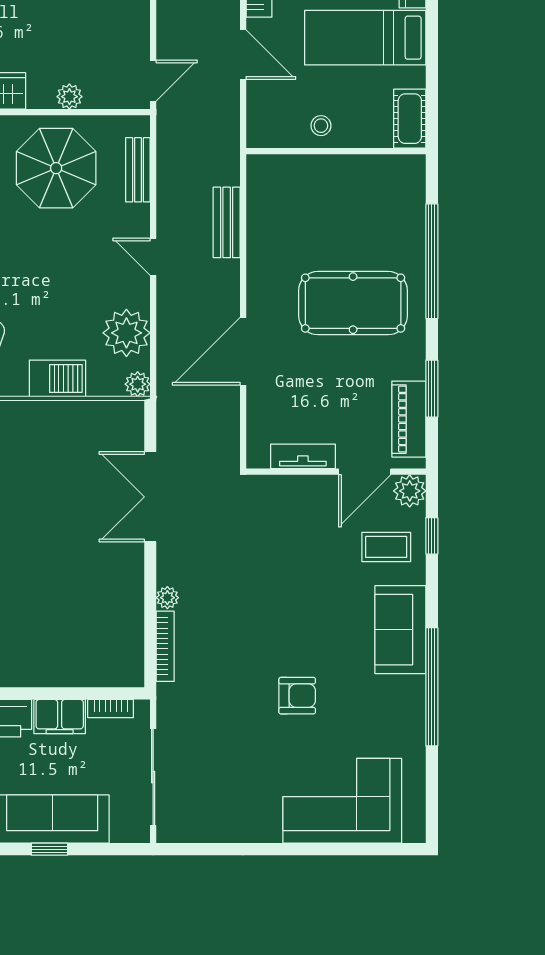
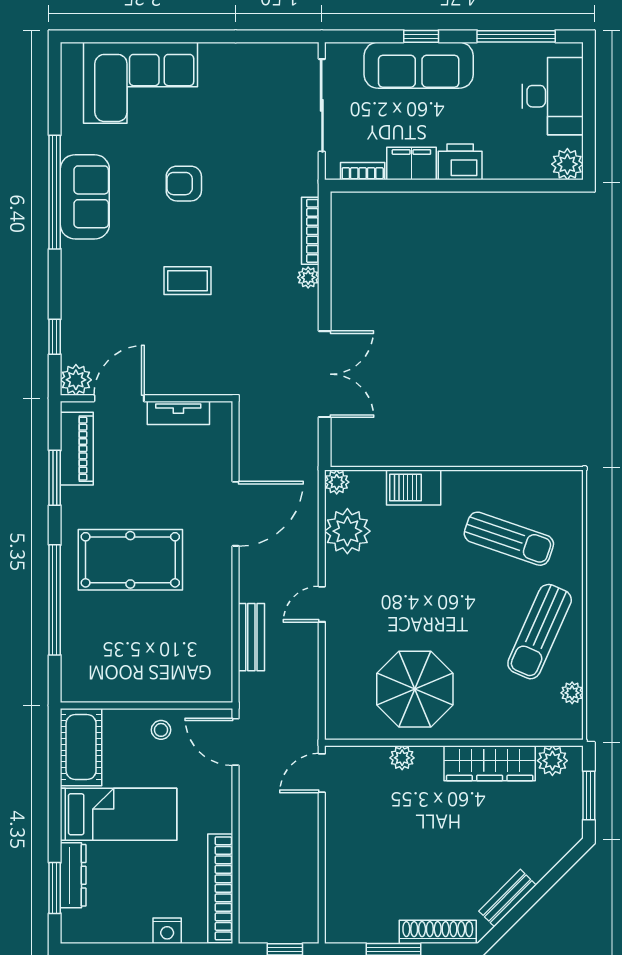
door: (243, 55) -> (236, 742), moved
cot: (410, 119) -> (81, 747), width x1.37, depth x1.34
bench: (138, 170) -> (336, 688), removed
door: (153, 257) -> (322, 604), swing flipped
coffee table: (386, 547) -> (187, 281), moved
sofa: (400, 630) -> (85, 197), moved

